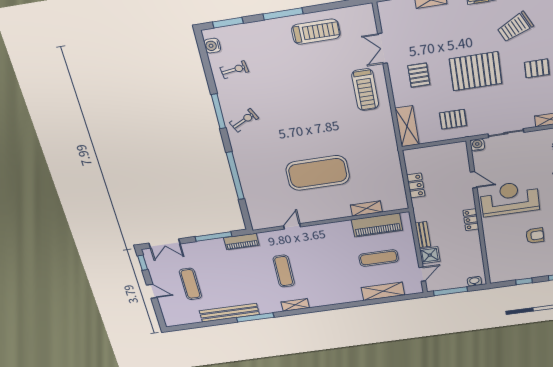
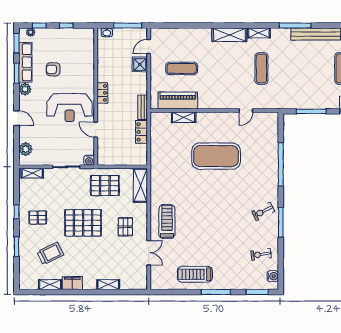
pallet: (453, 119) -> (105, 186), width x1.50, depth x1.42
bench: (423, 235) -> (143, 107), moved
piano: (241, 241) -> (290, 103), removed
shelving: (383, 291) -> (229, 35), moved

